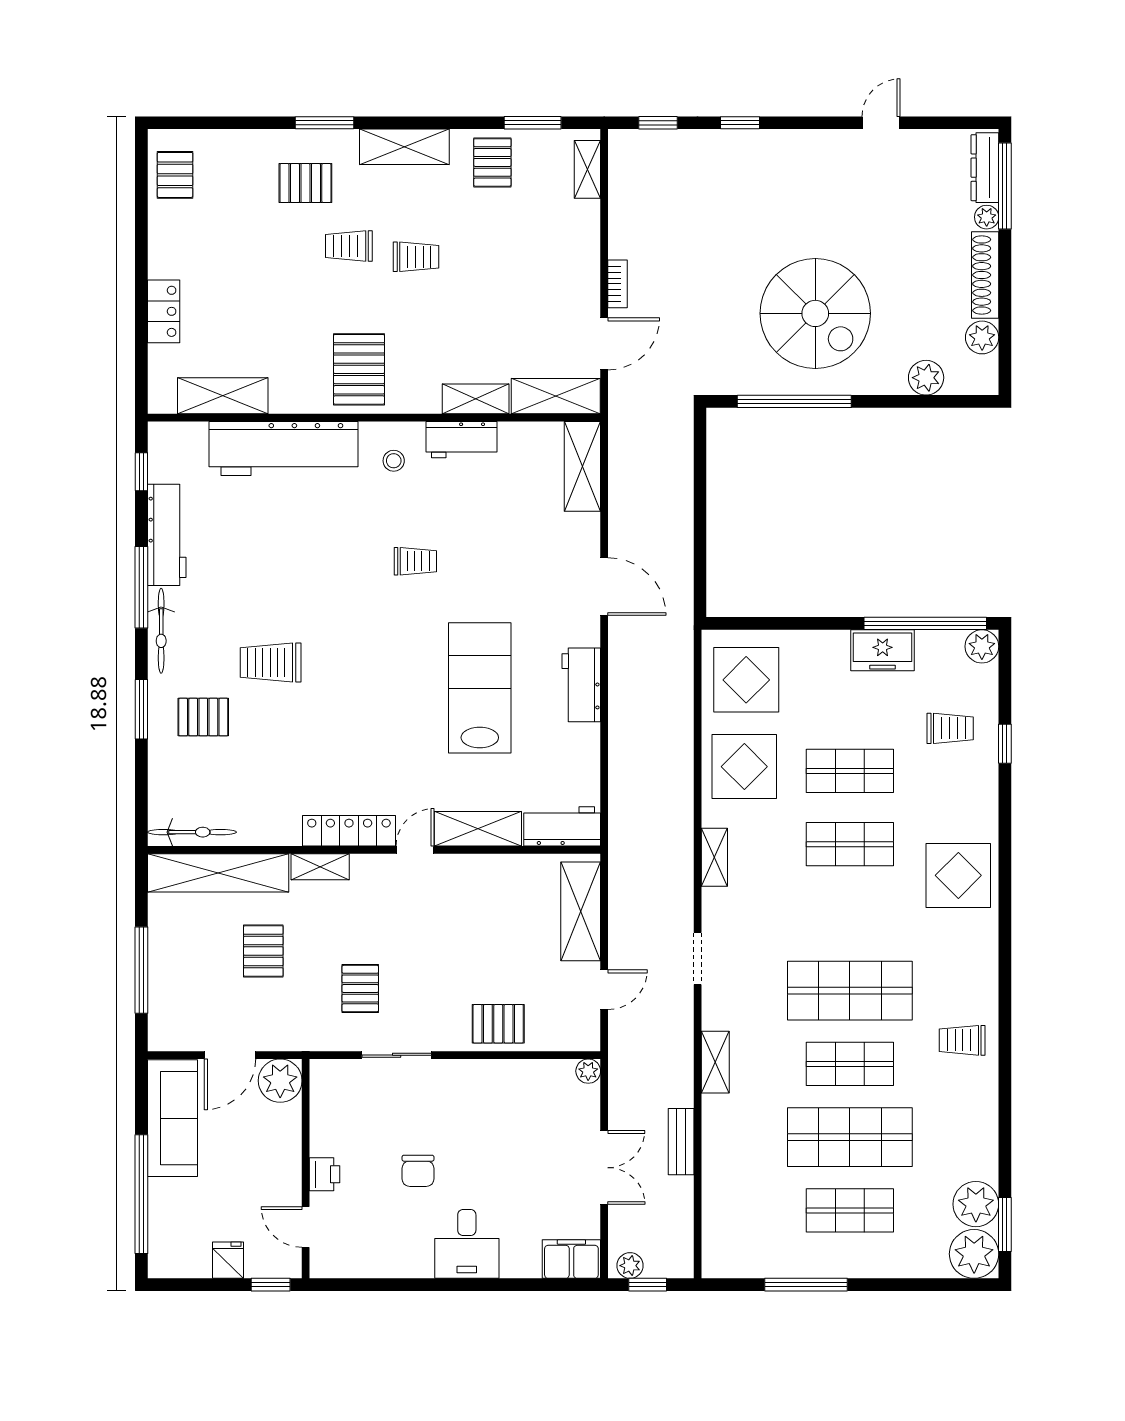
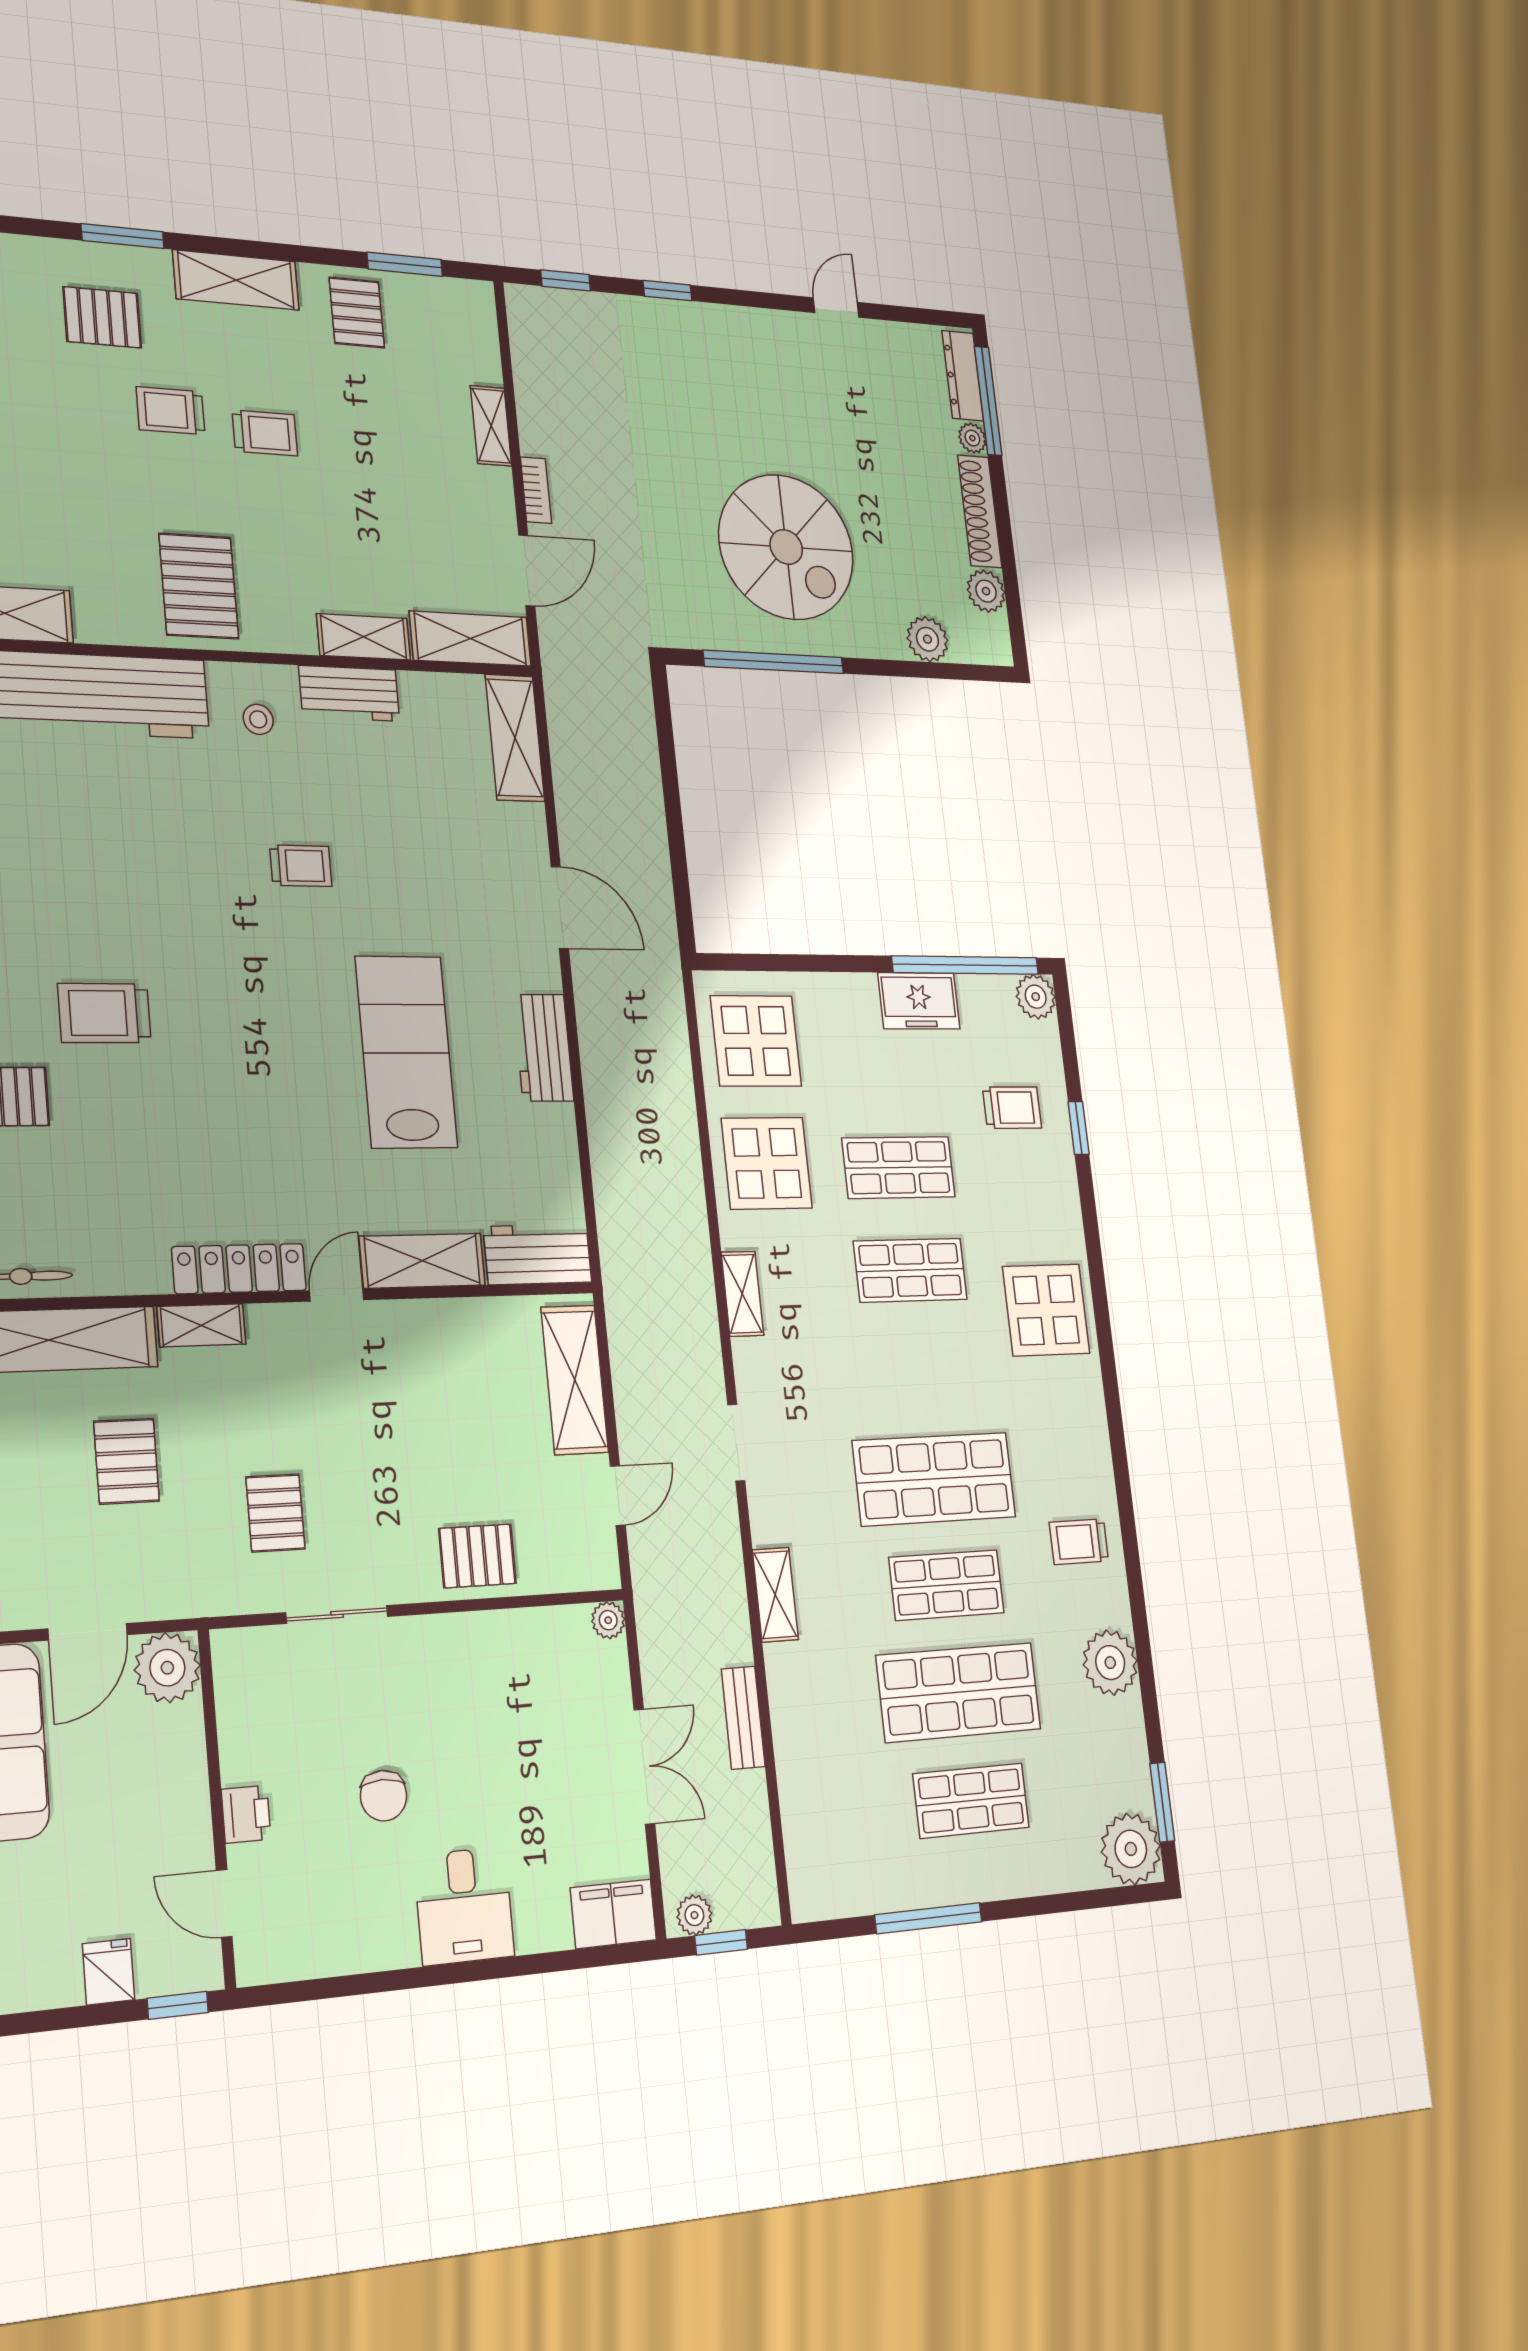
shelving: (587, 169) -> (491, 426), moved
plant: (976, 1204) -> (1110, 1663), moved

